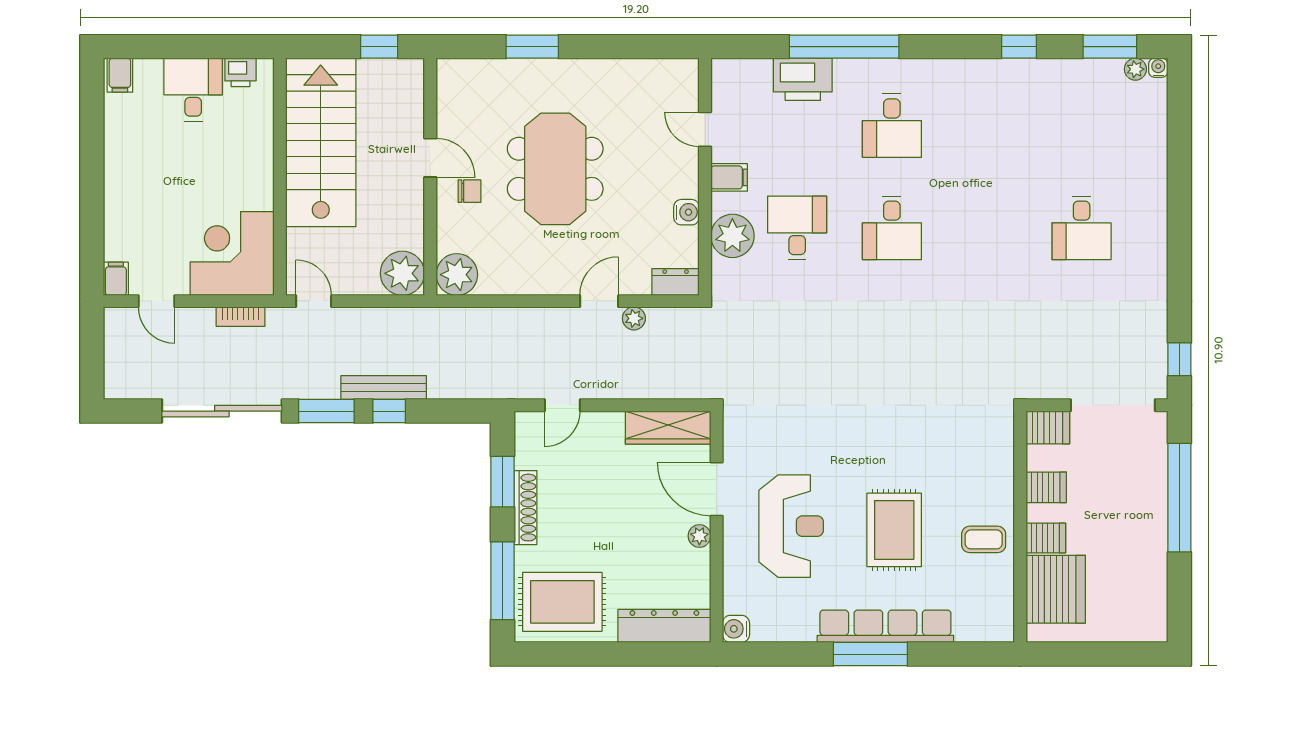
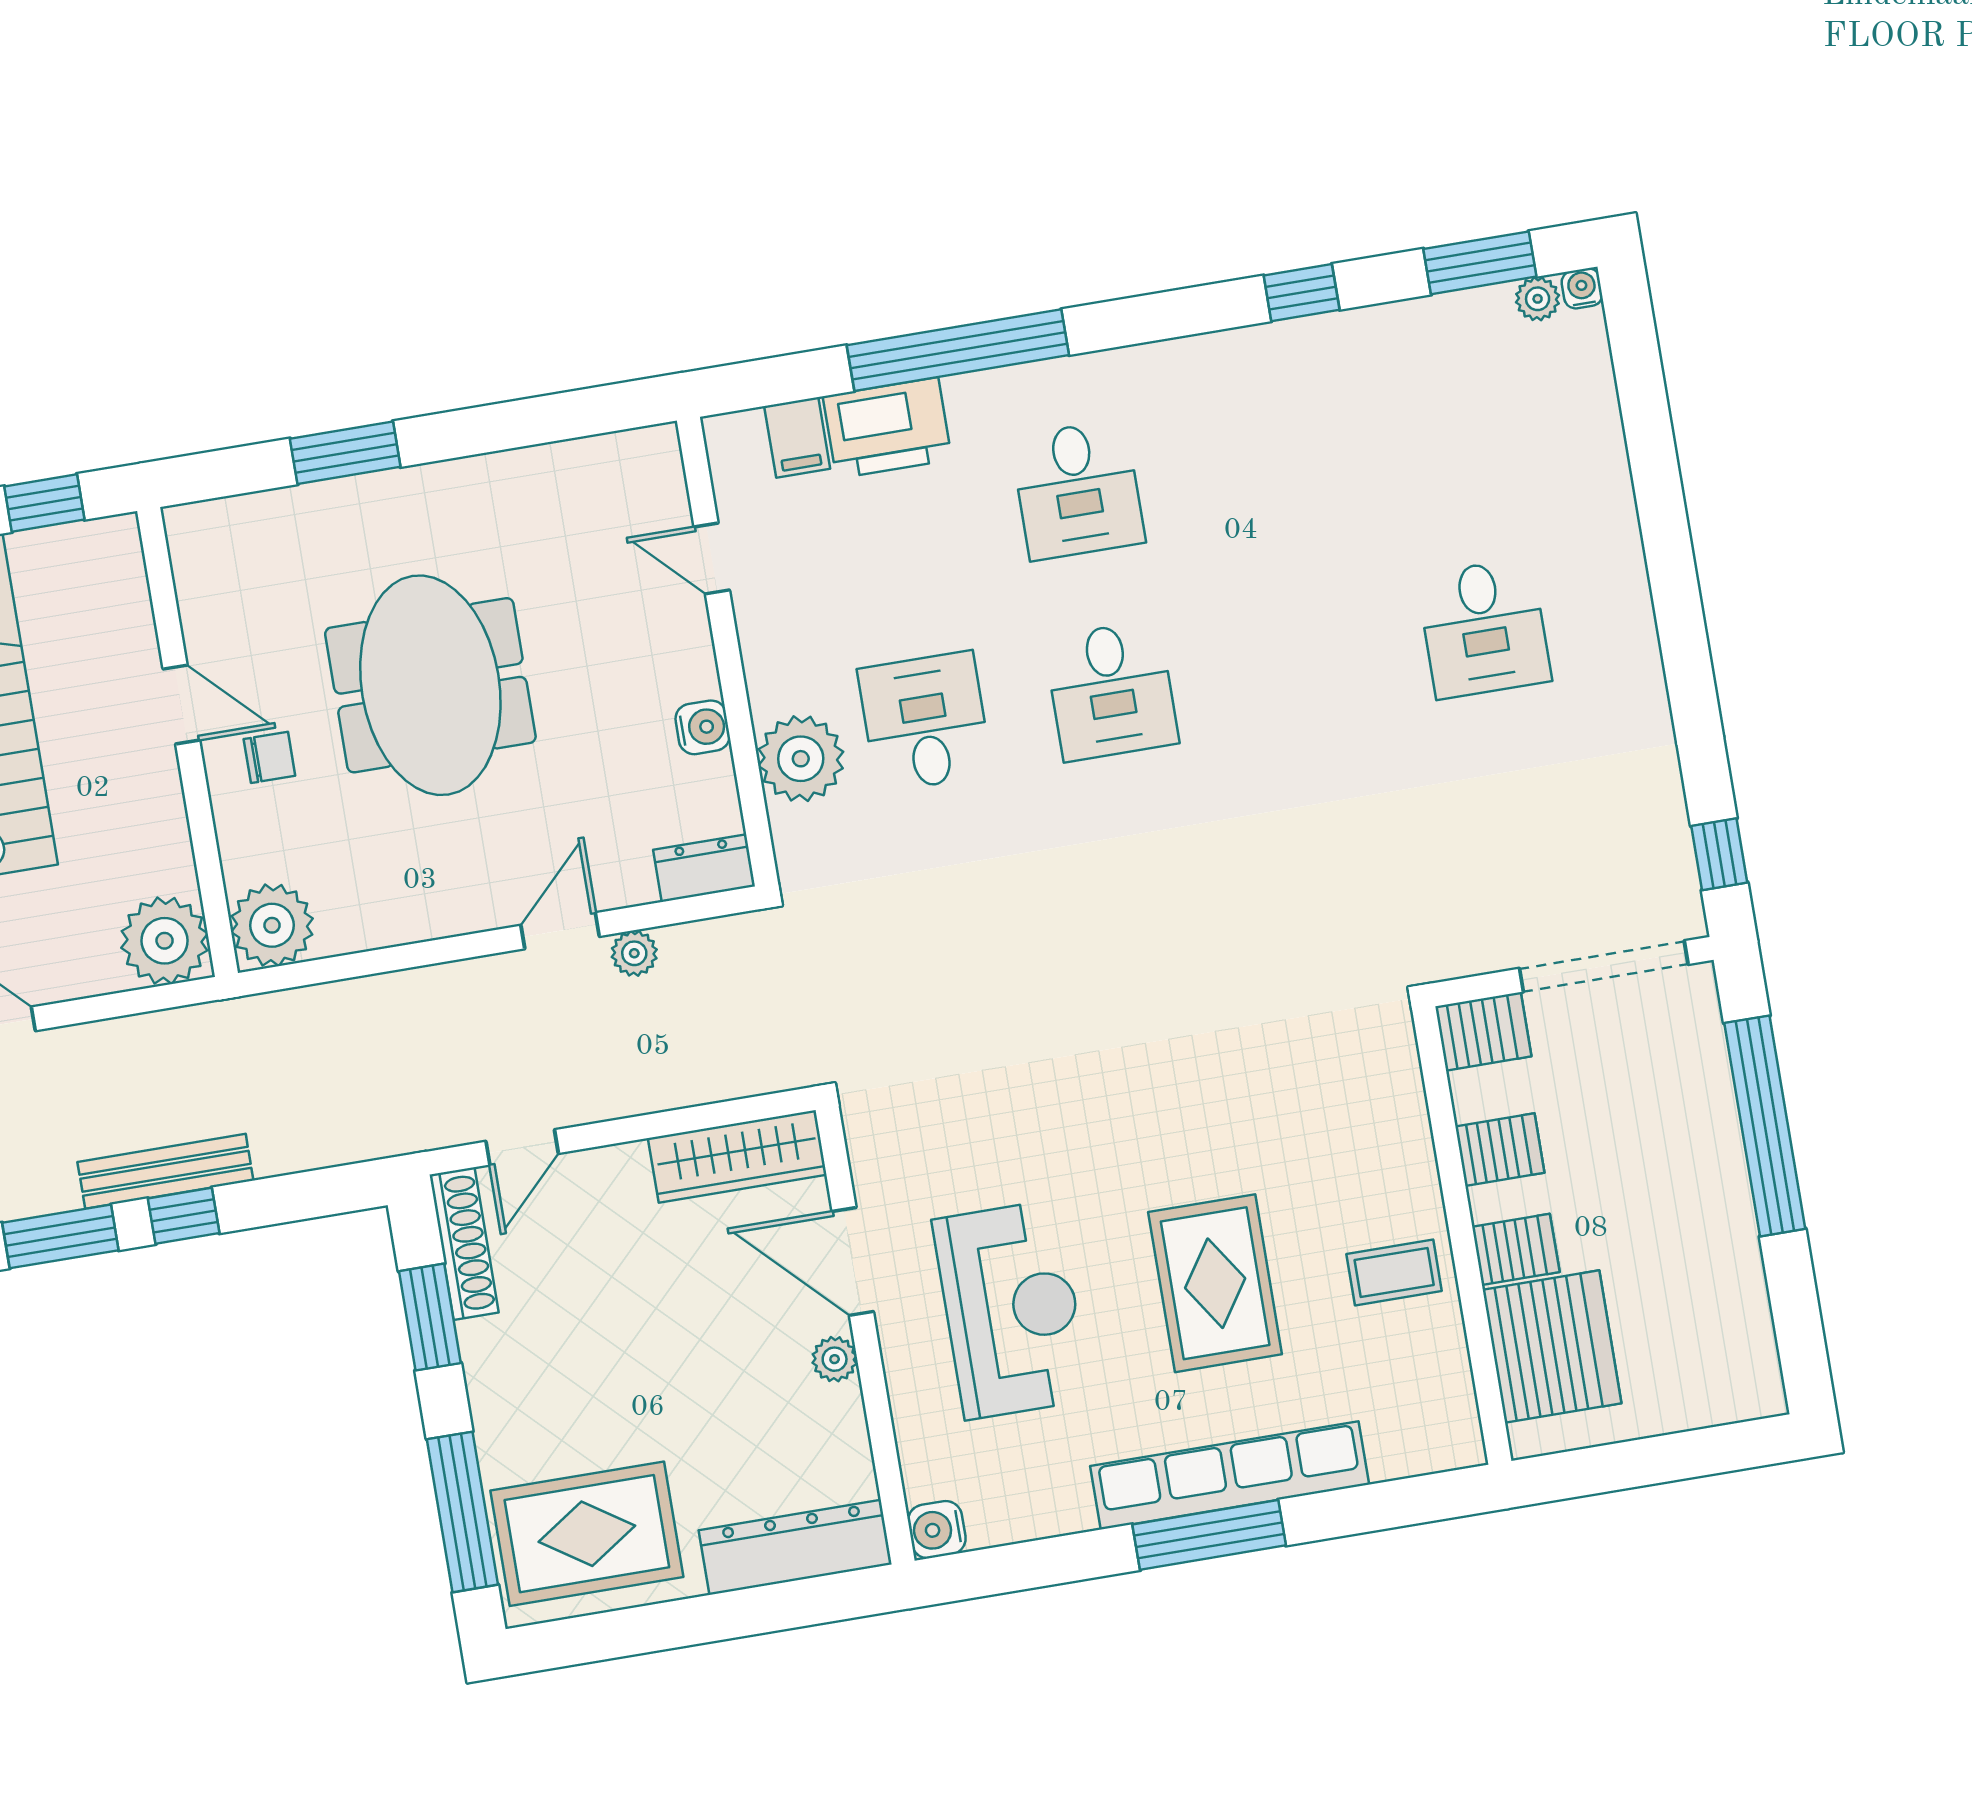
filing cabinet: (729, 177) -> (797, 437), moved, turned 90
shoe rack: (526, 508) -> (464, 1244), moved

